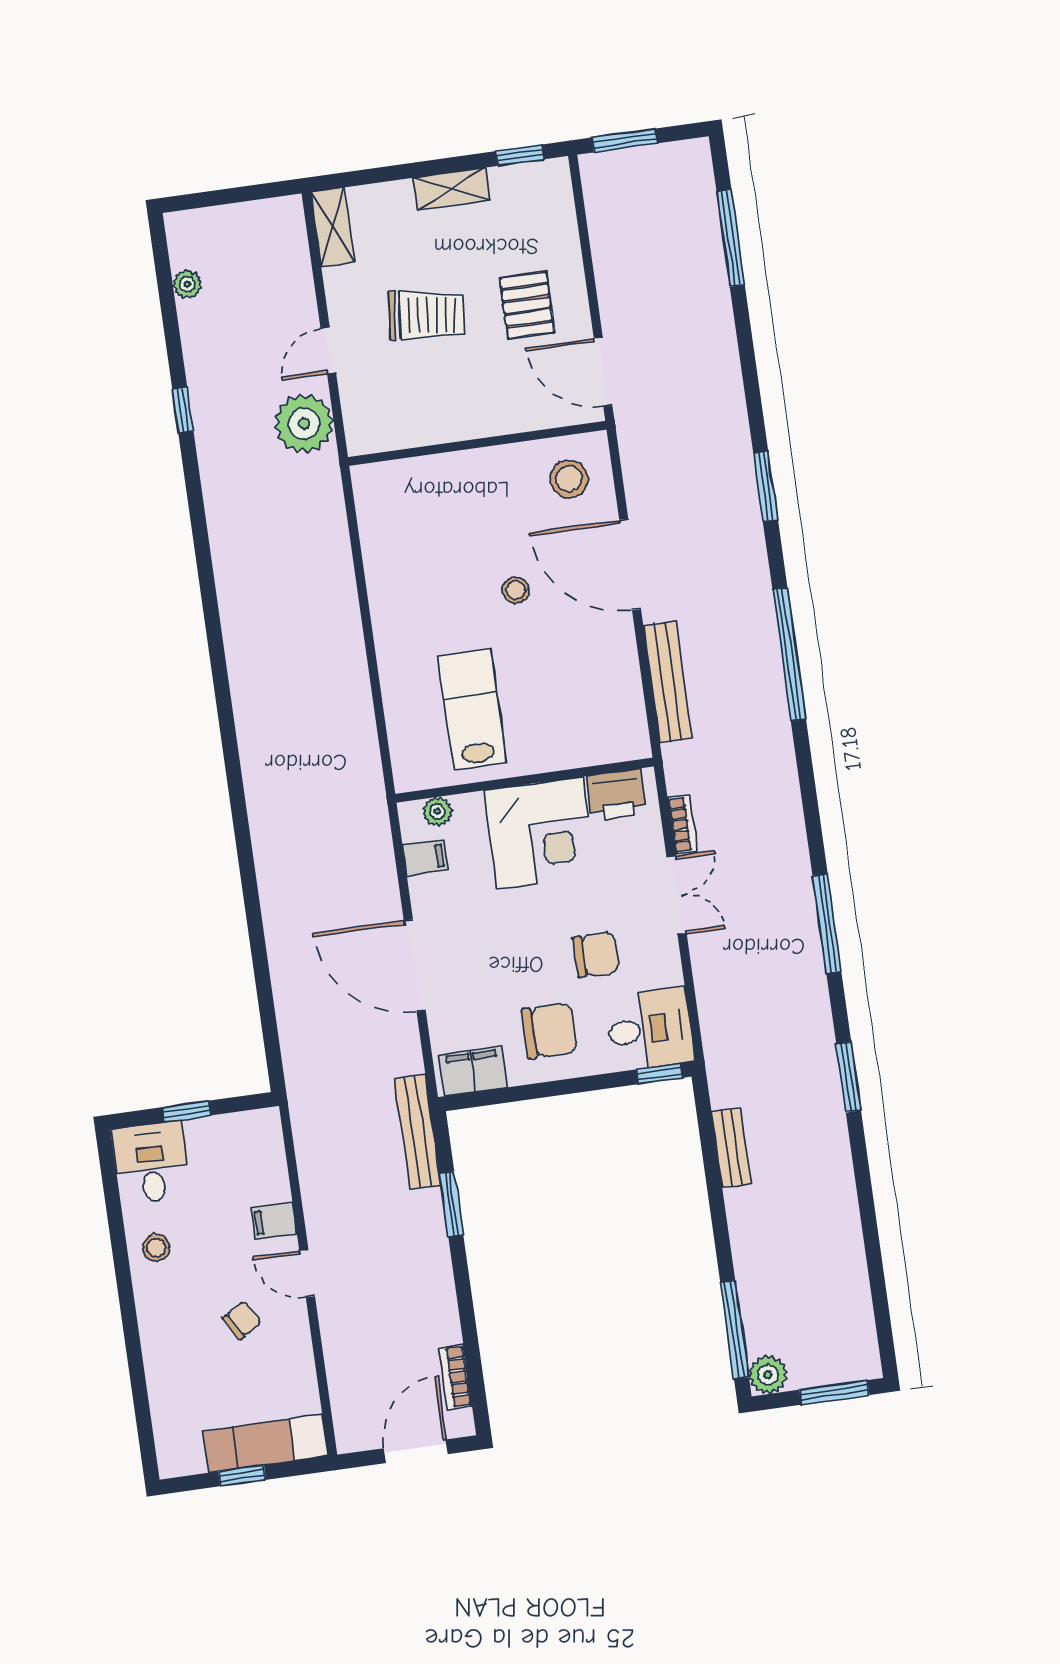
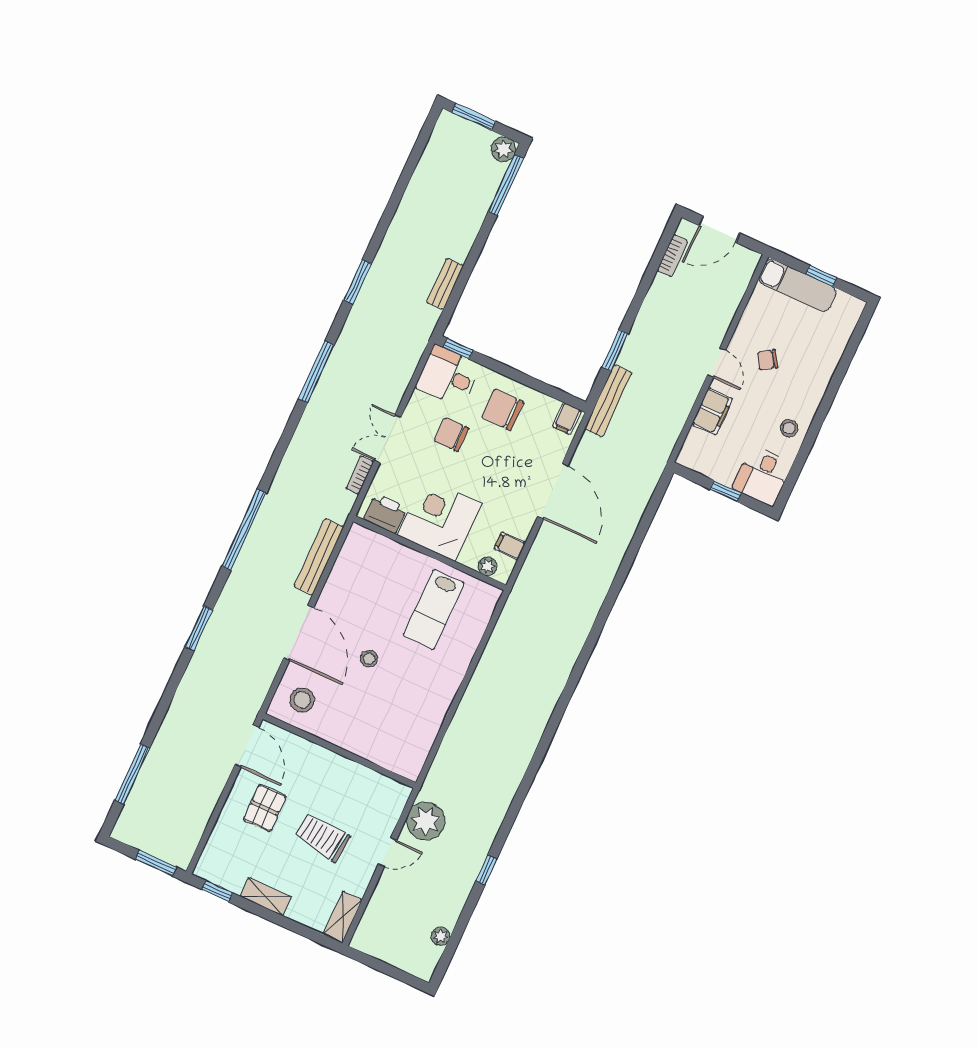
filing cabinet: (473, 1071) -> (567, 419), width x0.50
filing cabinet: (274, 1221) -> (712, 411), width x2.00

